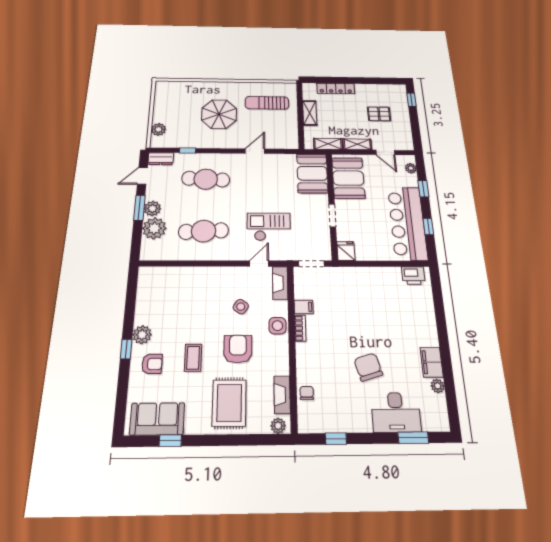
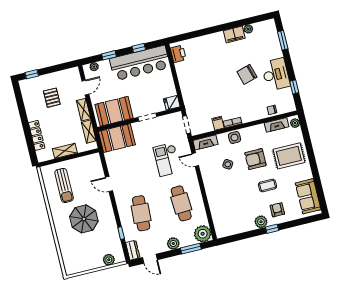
window: (139, 208) -> (191, 249), moved
plant: (154, 228) -> (203, 234), moved
desk: (396, 412) -> (276, 74), moved
window: (170, 441) -> (318, 185), removed

